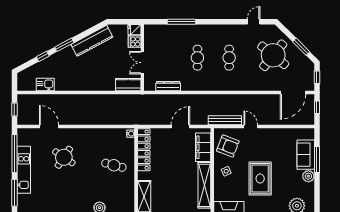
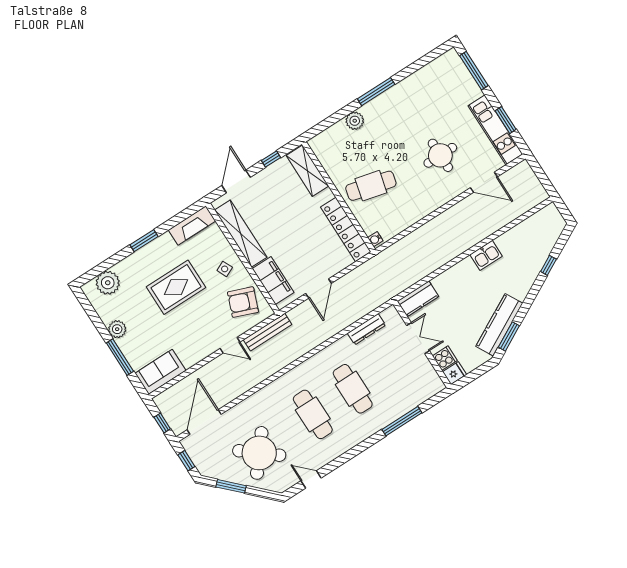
door: (254, 22) -> (311, 479), swing flipped
window: (64, 45) -> (509, 336), moved
cafe table: (197, 58) -> (353, 389), width x1.37, depth x1.35
cafe table: (229, 58) -> (313, 414), width x1.37, depth x1.35
kitchen sink: (45, 85) -> (486, 255), moved
window: (14, 110) -> (541, 175), removed
window: (14, 154) -> (506, 120), width x0.47
sofa: (306, 155) -> (160, 372), moved, turned -90
round table: (64, 157) -> (440, 155), turned -34
cafe table: (114, 165) -> (371, 186), width x1.37, depth x1.35
kitchen unit: (24, 170) -> (495, 130), moved
rug: (260, 179) -> (176, 287), turned 90

